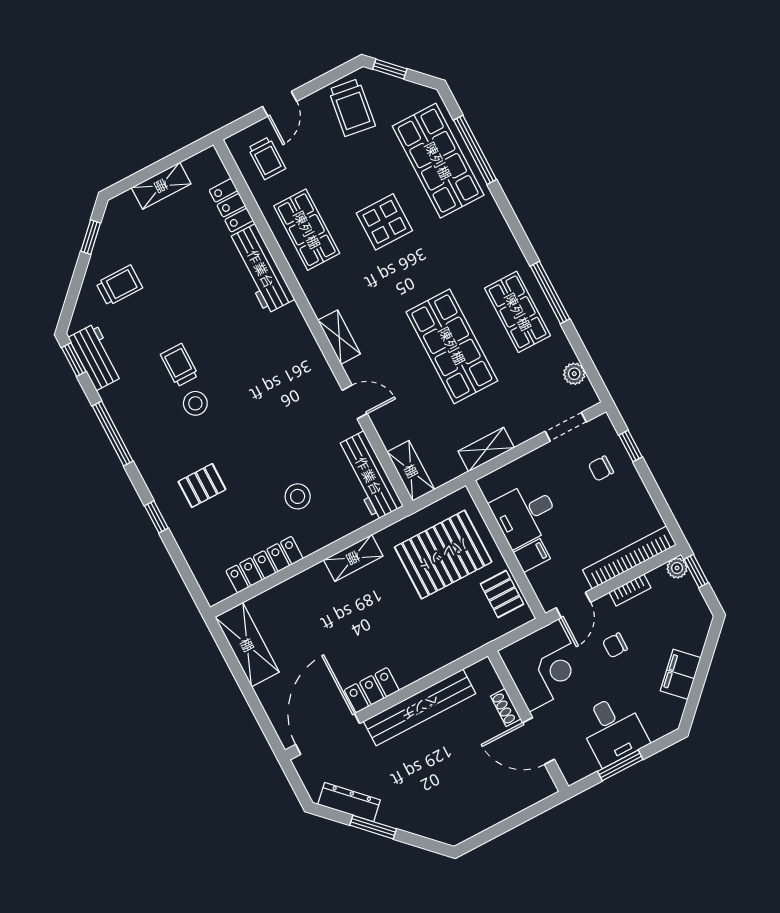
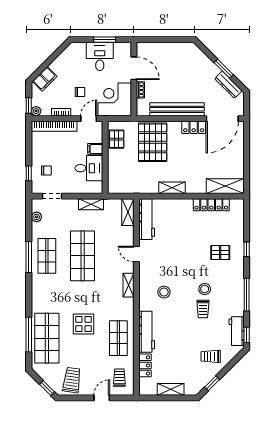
stool: (298, 496) -> (164, 292), moved
pallet: (443, 555) -> (153, 142), moved, turned 90
shelving: (247, 645) -> (225, 186), moved, turned 90
filing cabinet: (680, 674) -> (45, 79), moved

